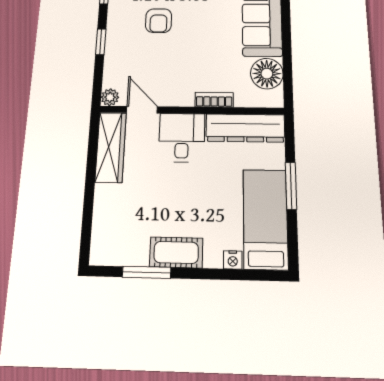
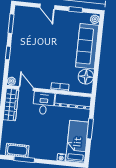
armchair: (159, 21) -> (37, 45), removed
cot: (176, 252) -> (17, 150), moved

